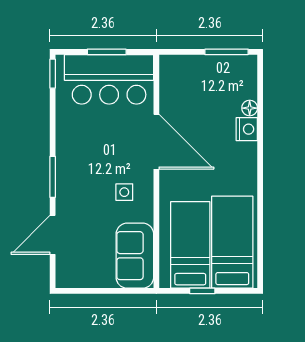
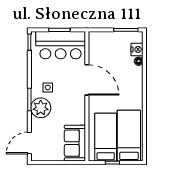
nightstand: (247, 129) -> (137, 49), moved
plant: (73, 192) -> (41, 108), added
side table: (124, 192) -> (48, 87), moved
door: (53, 235) -> (29, 143), moved

